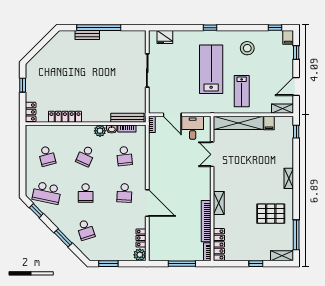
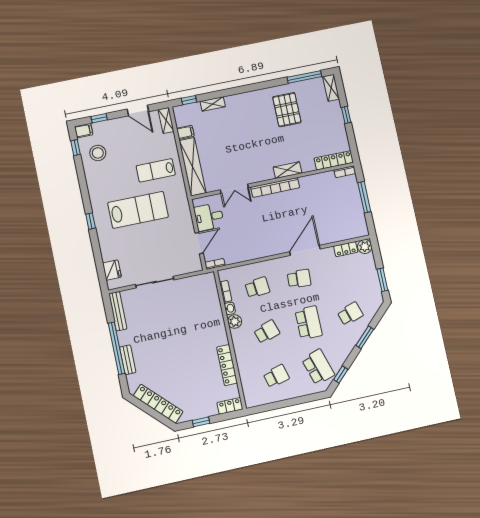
stool: (247, 48) -> (98, 153), moved
locker: (45, 53) -> (158, 404), added
lab bench: (211, 69) -> (138, 210), turned 180
lab bench: (242, 91) -> (156, 170), turned 180
bench: (127, 118) -> (118, 311), moved
school desk: (86, 156) -> (267, 332), turned -42
shelving: (289, 178) -> (213, 104), moved
school desk: (47, 193) -> (318, 367), turned -30
school desk: (86, 193) -> (309, 323), width x1.85
bookcase: (206, 221) -> (275, 187), moved

